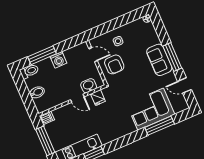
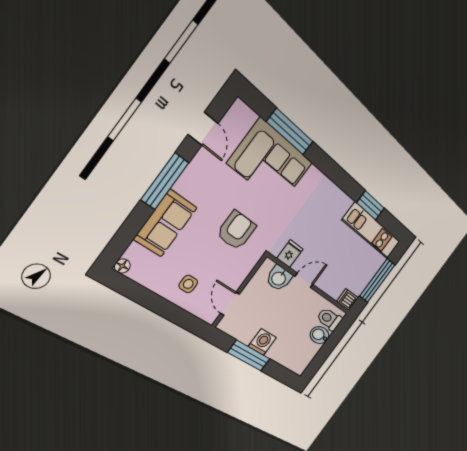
window: (42, 55) -> (249, 356), moved
sofa: (159, 60) -> (165, 223), moved
armchair: (114, 64) -> (236, 230), moved
toilet: (29, 71) -> (329, 319), moved
door: (77, 98) -> (304, 280), hinge flipped

